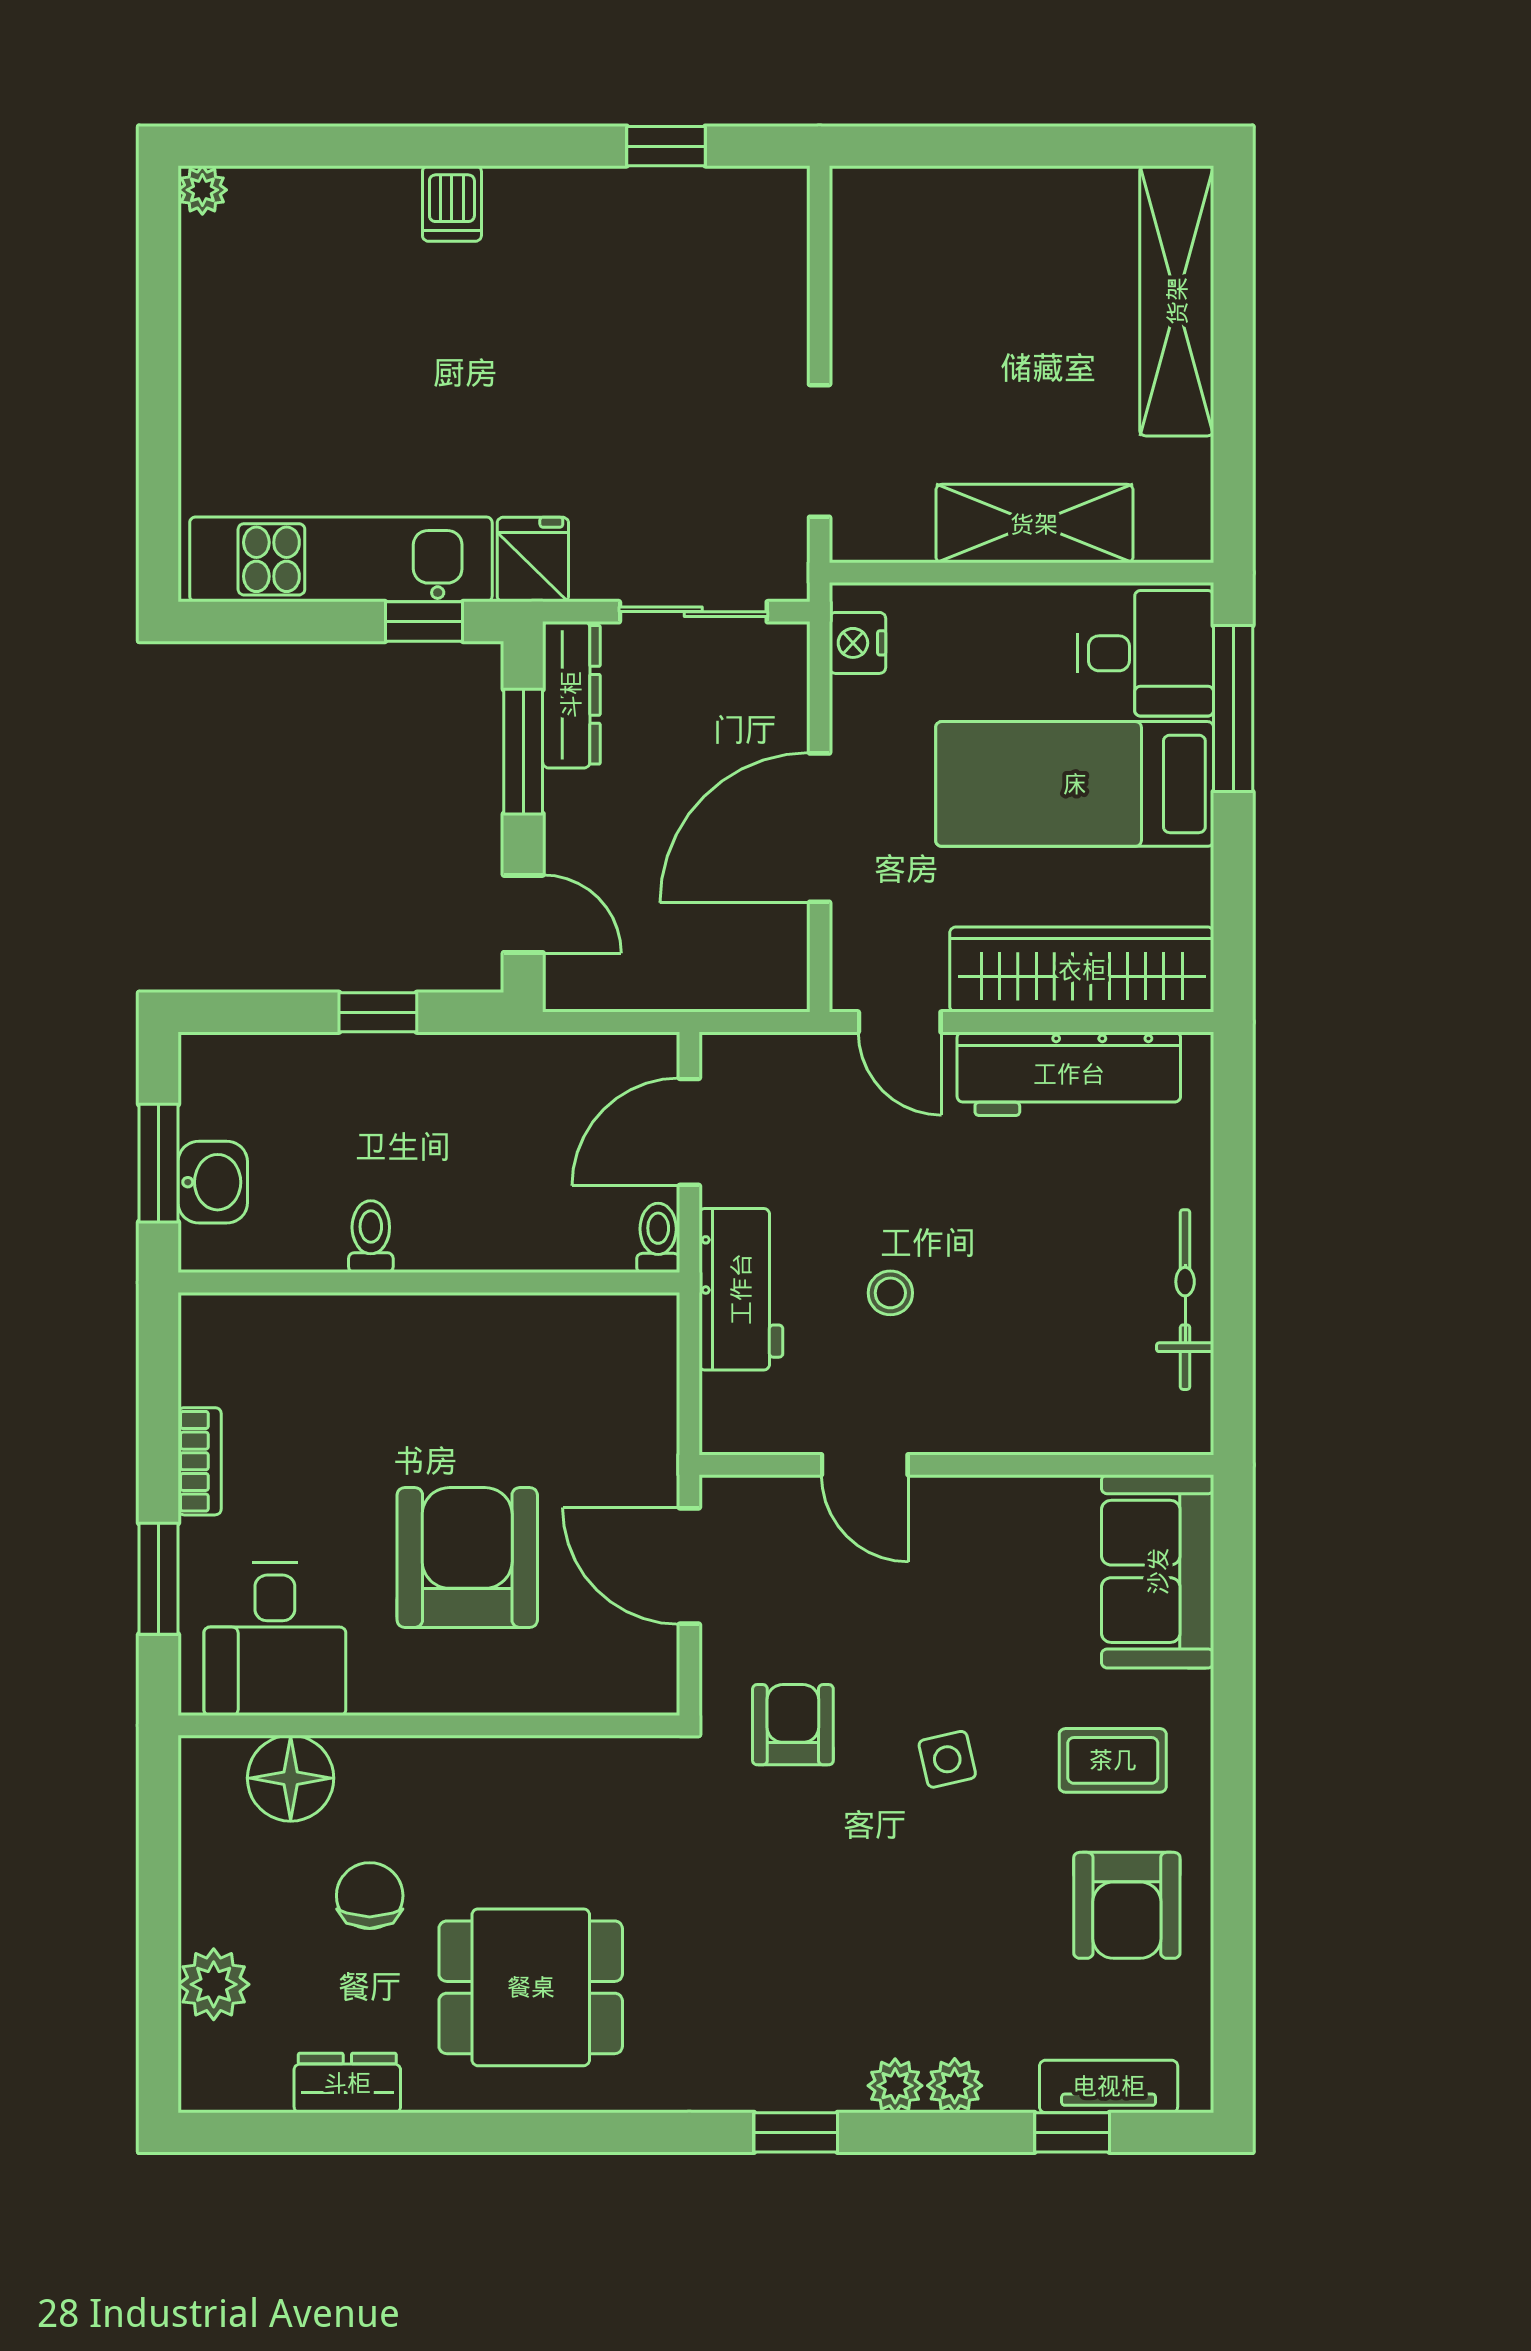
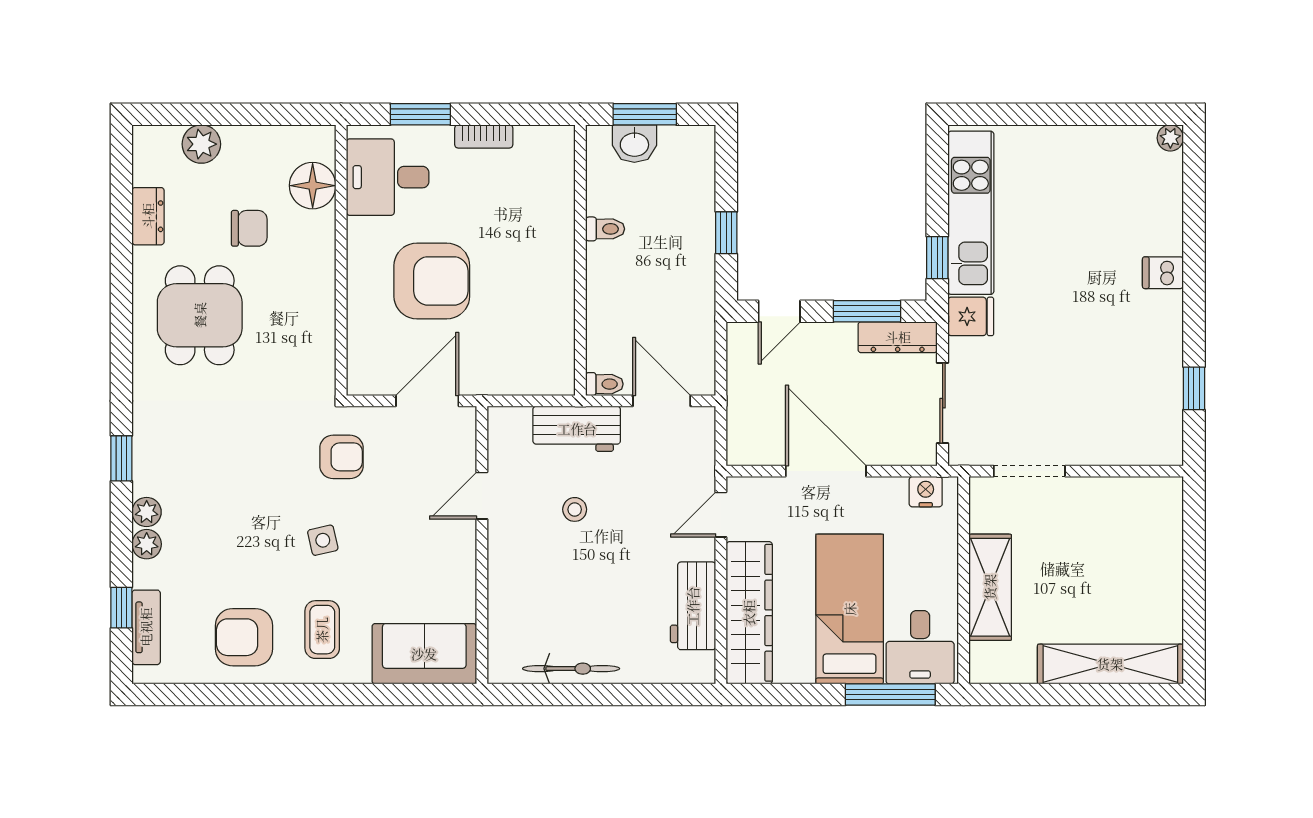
workbench: (1069, 1074) -> (693, 606), width x0.73

